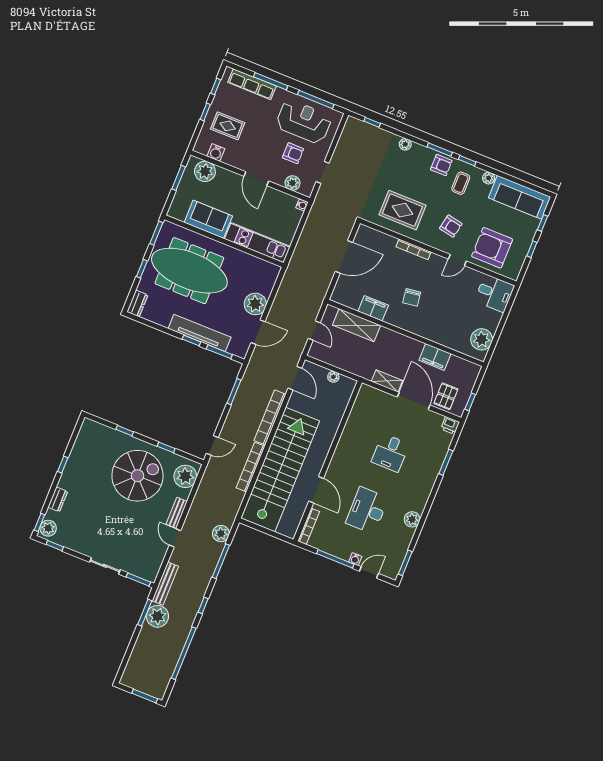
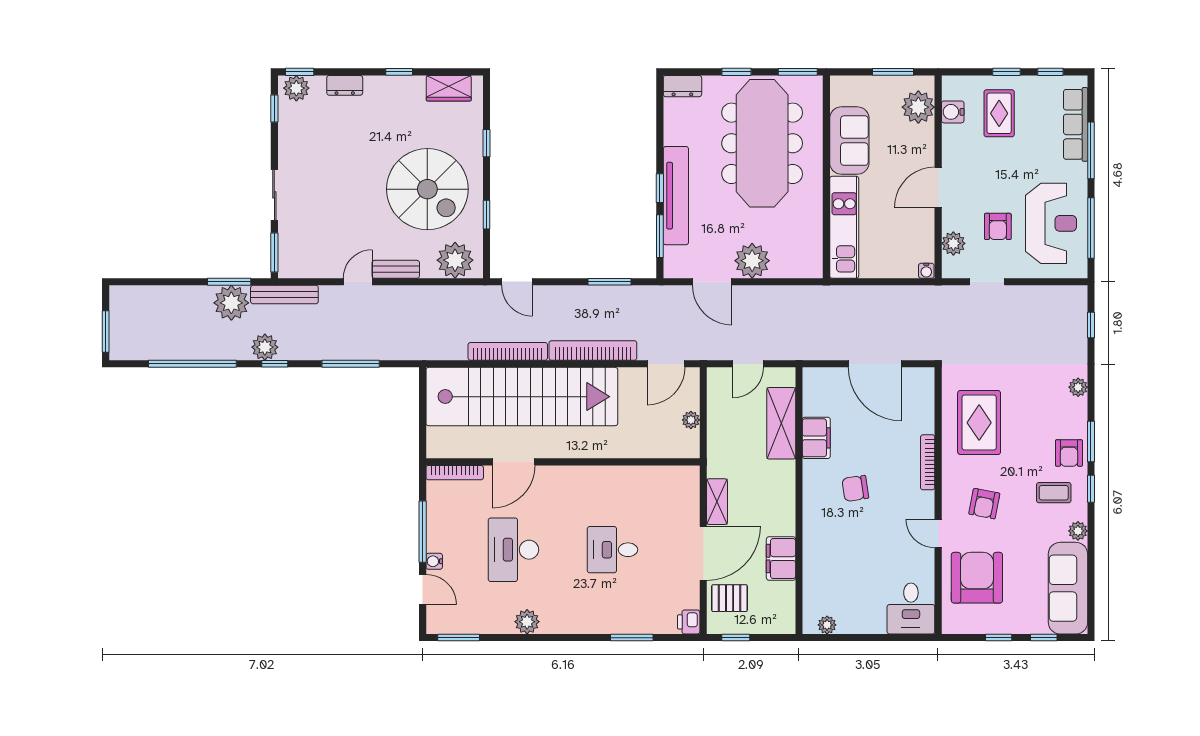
plant: (482, 339) -> (827, 625), width x0.53, depth x0.53
wardrobe: (84, 440) -> (449, 88), added
desk: (367, 510) -> (513, 550), turned -90
plant: (221, 534) -> (265, 347), moved

